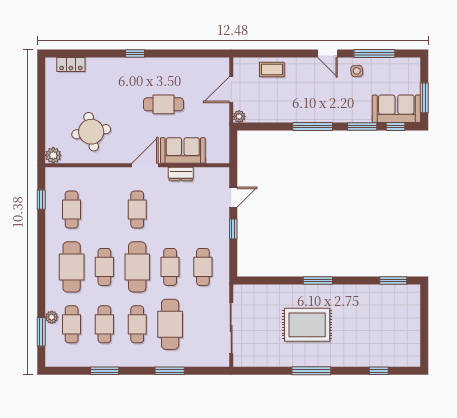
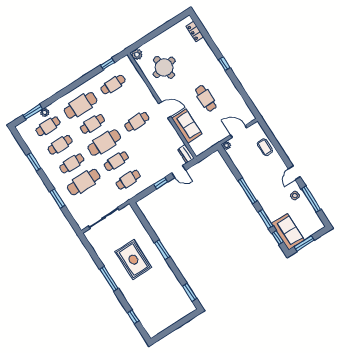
dresser: (181, 174) -> (186, 154), moved

